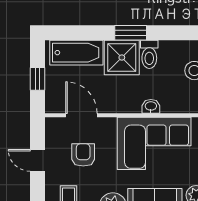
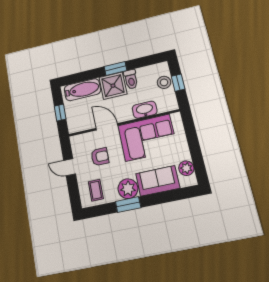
washbasin: (151, 106) -> (145, 110), width x1.91, depth x1.45
door: (81, 115) -> (107, 127), moved
armchair: (83, 155) -> (100, 157), turned 90

